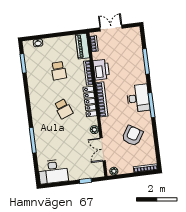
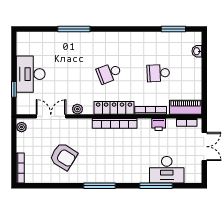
printer: (101, 70) -> (159, 125), width x0.53, depth x0.68
desk: (138, 98) -> (167, 170), moved
desk: (53, 172) -> (31, 74), moved

